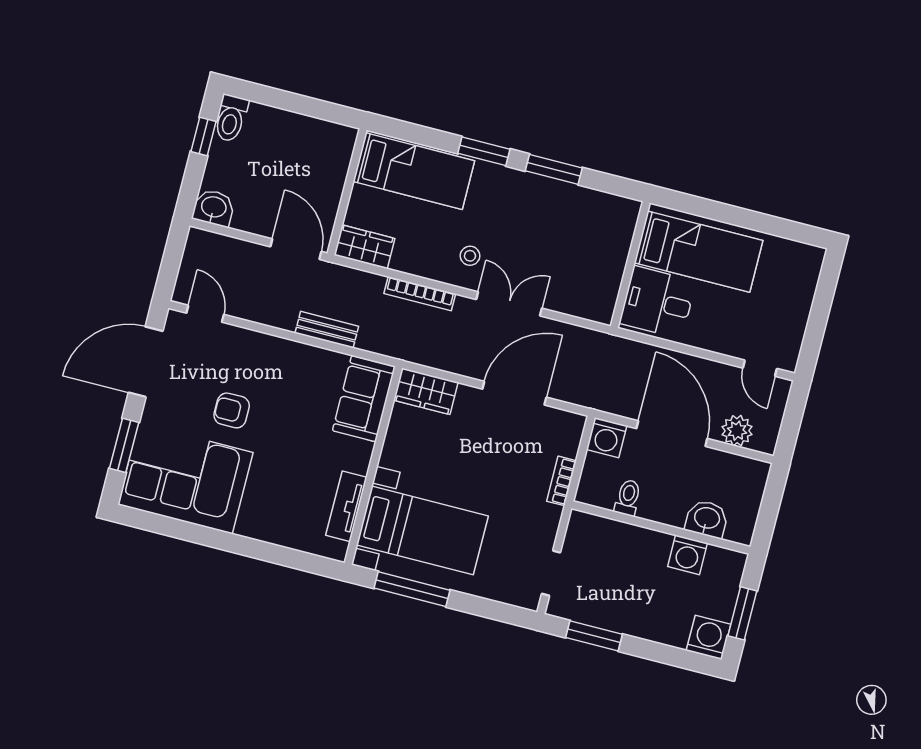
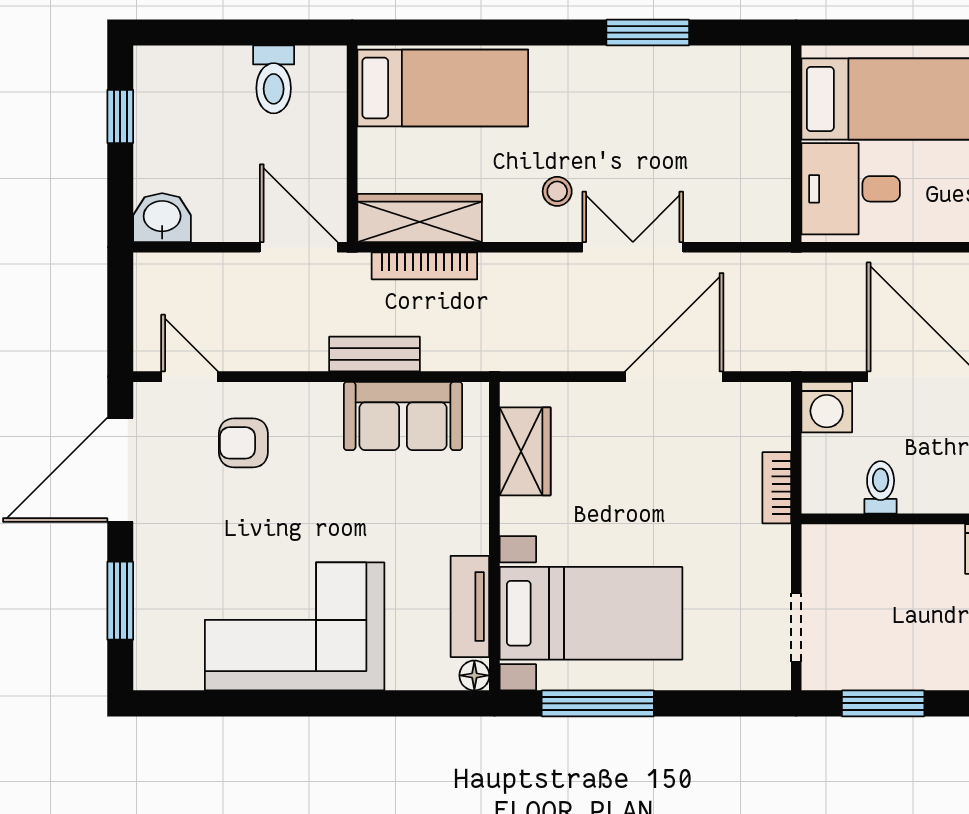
toilet: (231, 118) -> (274, 79), moved
window: (484, 151) -> (538, 33), removed
wardrobe: (365, 247) -> (420, 218), width x1.50
bookcase: (420, 294) -> (424, 266), moved
wardrobe: (426, 391) -> (525, 451), moved, turned -90
sofa: (364, 399) -> (403, 416), moved, turned -90
armchair: (232, 410) -> (243, 443), moved
corner sofa: (185, 479) -> (295, 626), moved
floor lamp: (338, 551) -> (474, 675), added

